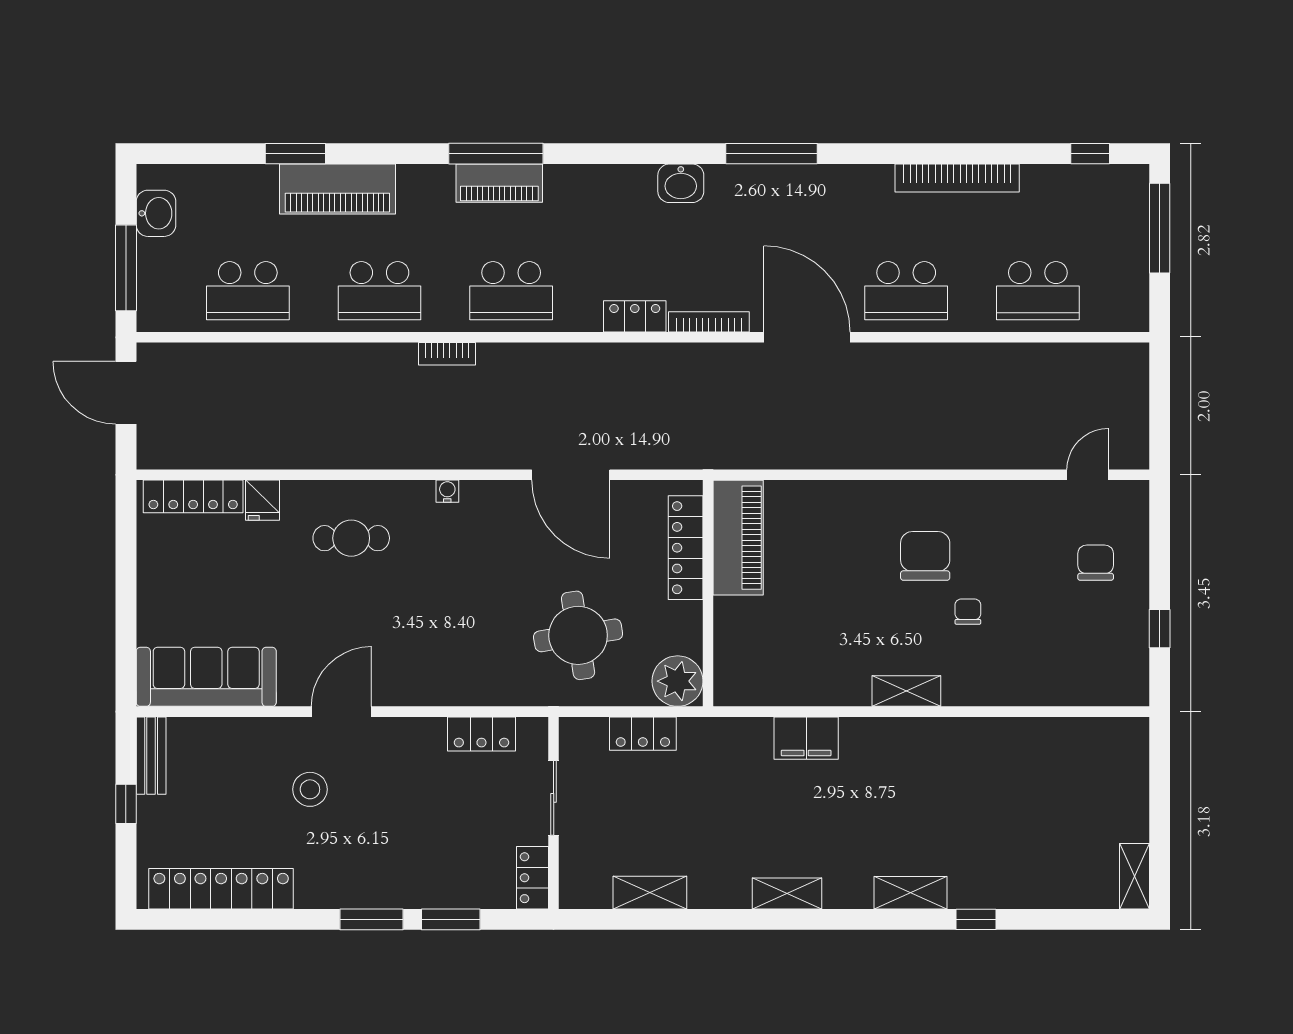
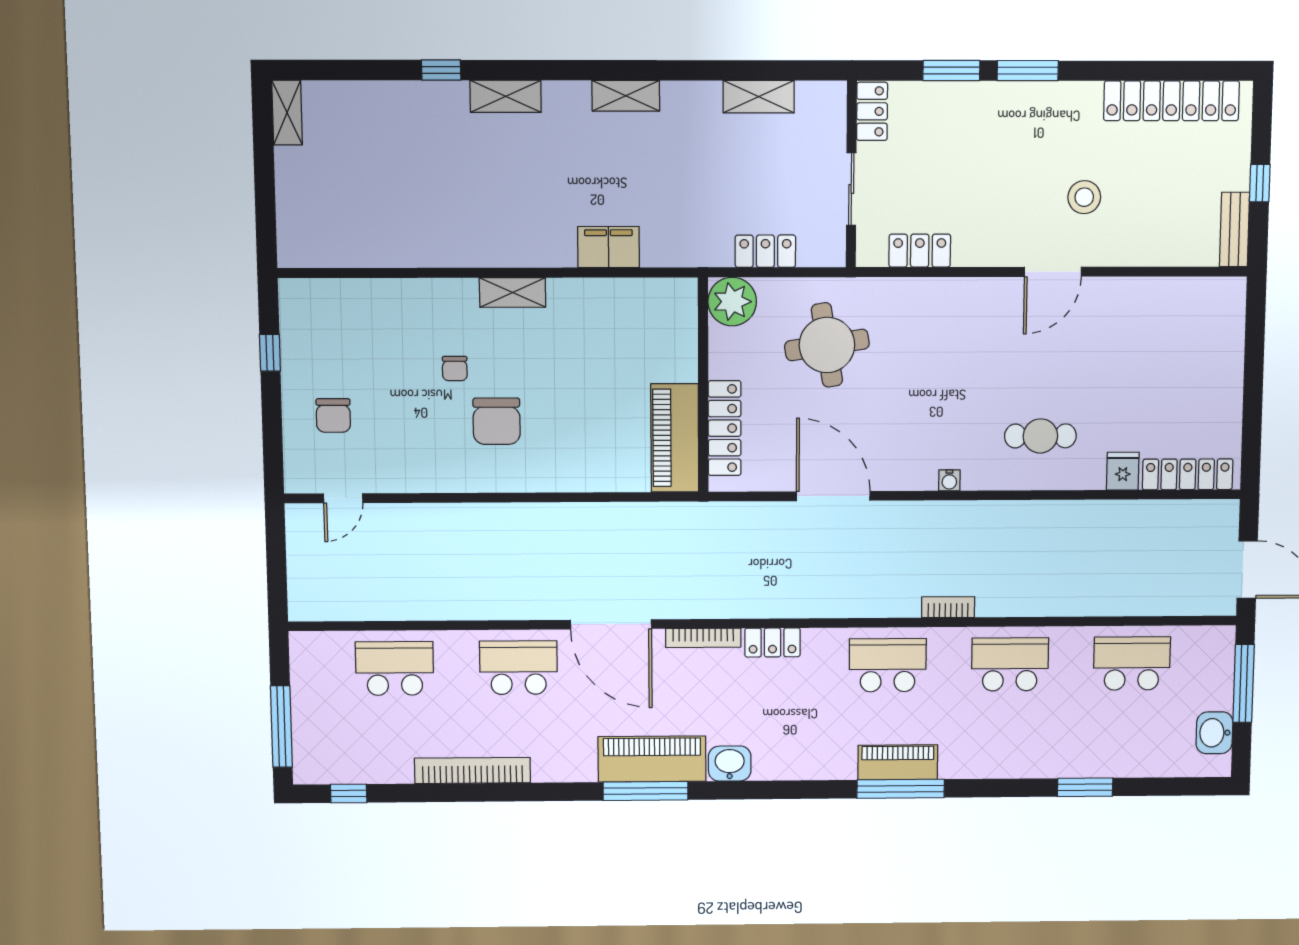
piano: (337, 189) -> (652, 759), moved
sofa: (206, 677) -> (1180, 305), removed

